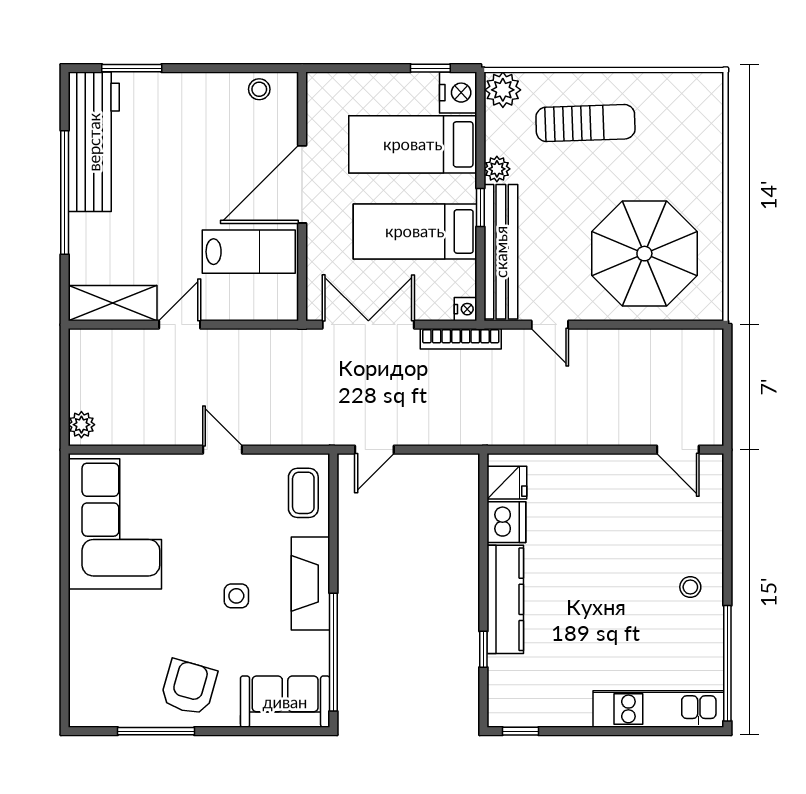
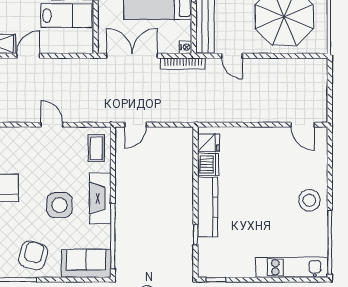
stool: (690, 587) -> (309, 200), width x1.89, depth x1.89
side table: (236, 596) -> (59, 205), width x1.87, depth x1.87

